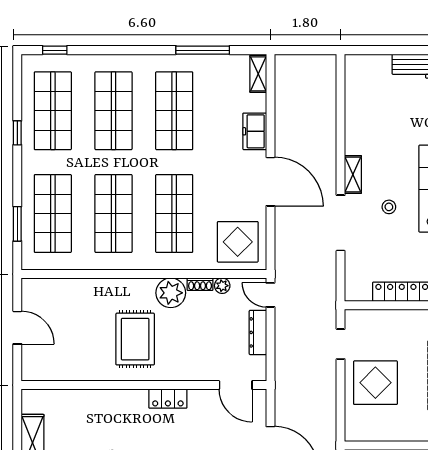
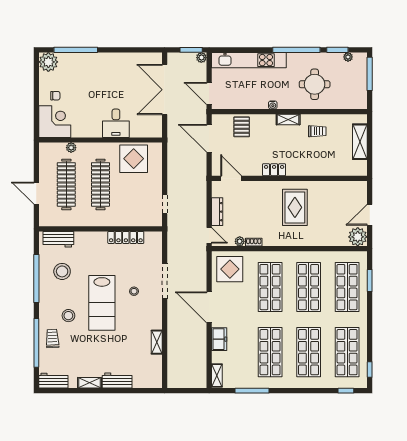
window: (17, 133) -> (370, 369), moved
shelving: (353, 174) -> (157, 342), moved
plant: (171, 293) -> (358, 237), moved
door: (17, 328) -> (370, 215), hinge flipped
display table: (375, 383) -> (134, 159), moved

